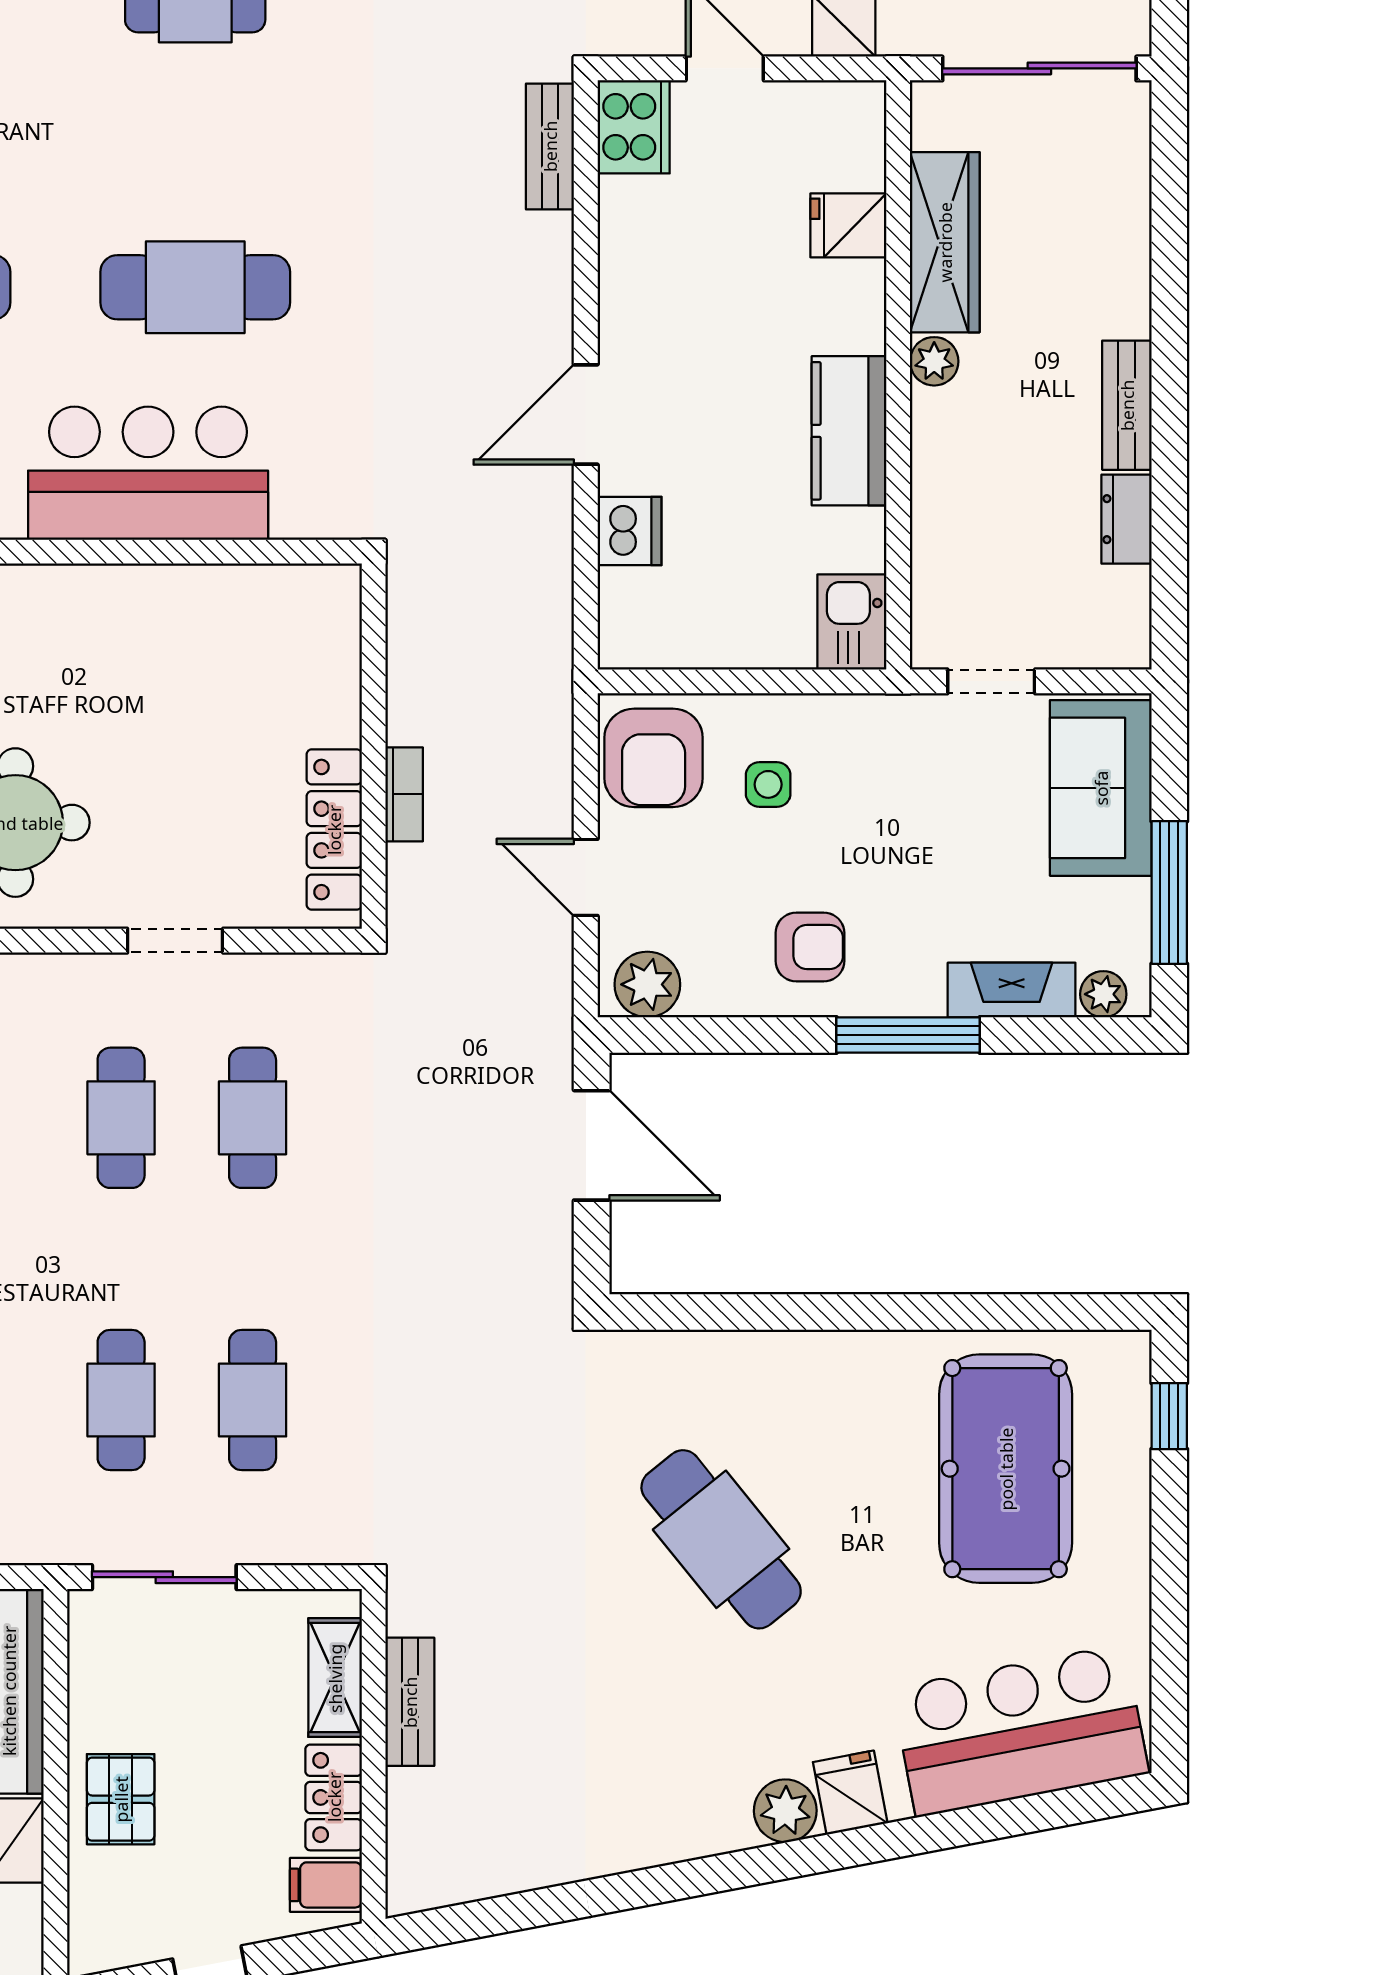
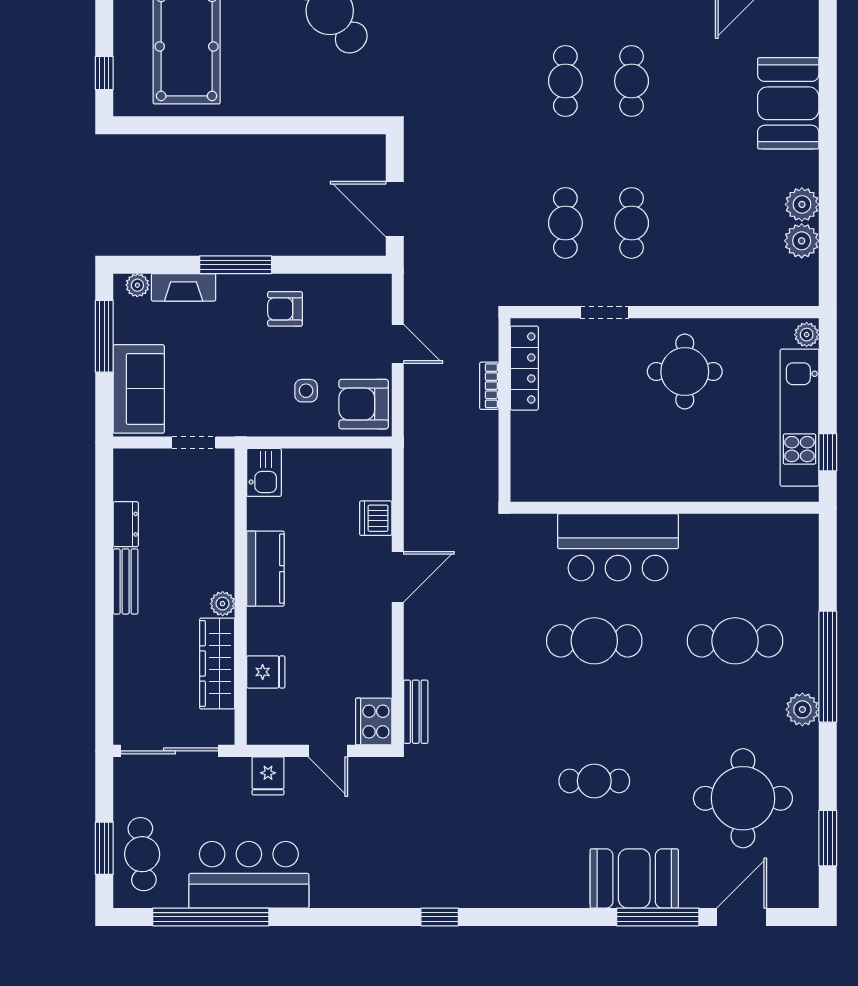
armchair: (654, 758) -> (364, 404), turned -90
plant: (647, 984) -> (367, 290), removed

